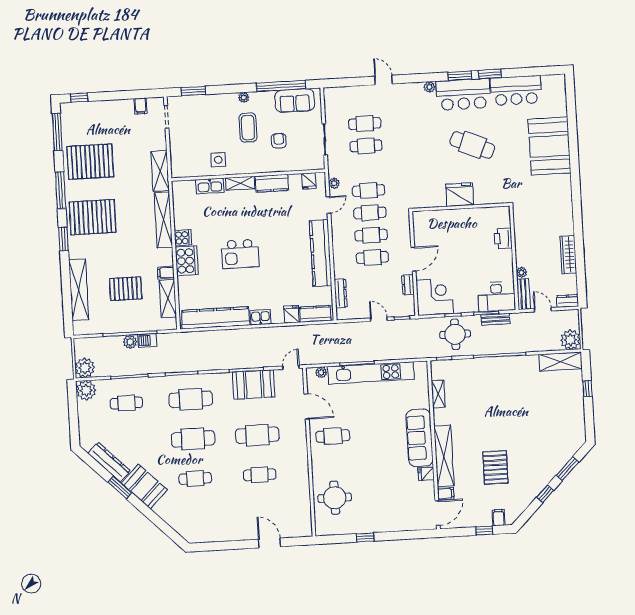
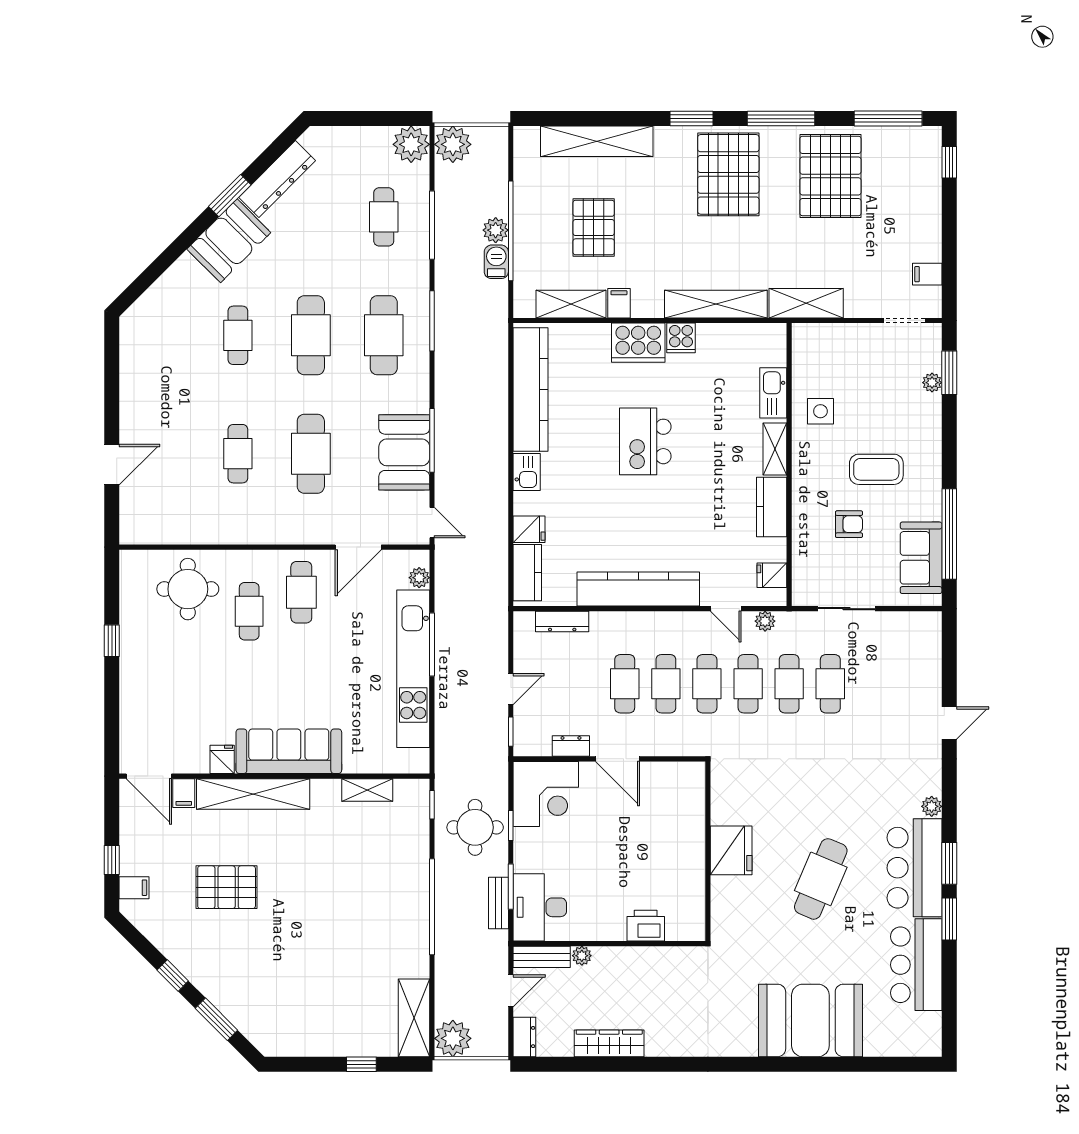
plant: (244, 97) -> (932, 383), moved
cafe table: (365, 124) -> (789, 684), moved
cafe table: (345, 464) -> (249, 611), added

